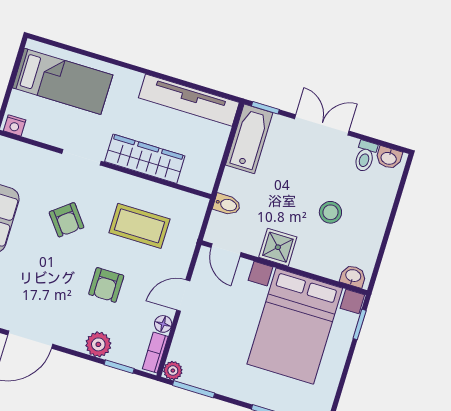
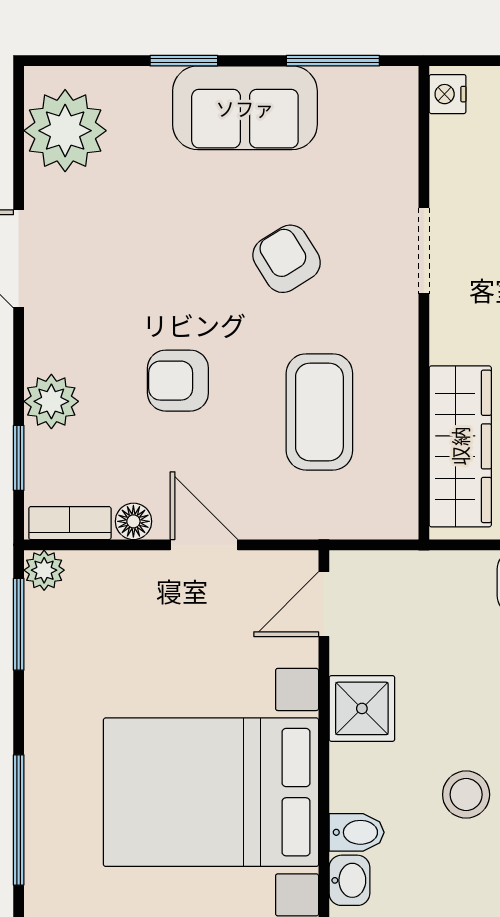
wardrobe: (145, 159) -> (460, 446), moved
bidet: (227, 205) -> (357, 832), moved, turned -90
armchair: (66, 220) -> (287, 259), turned 96

